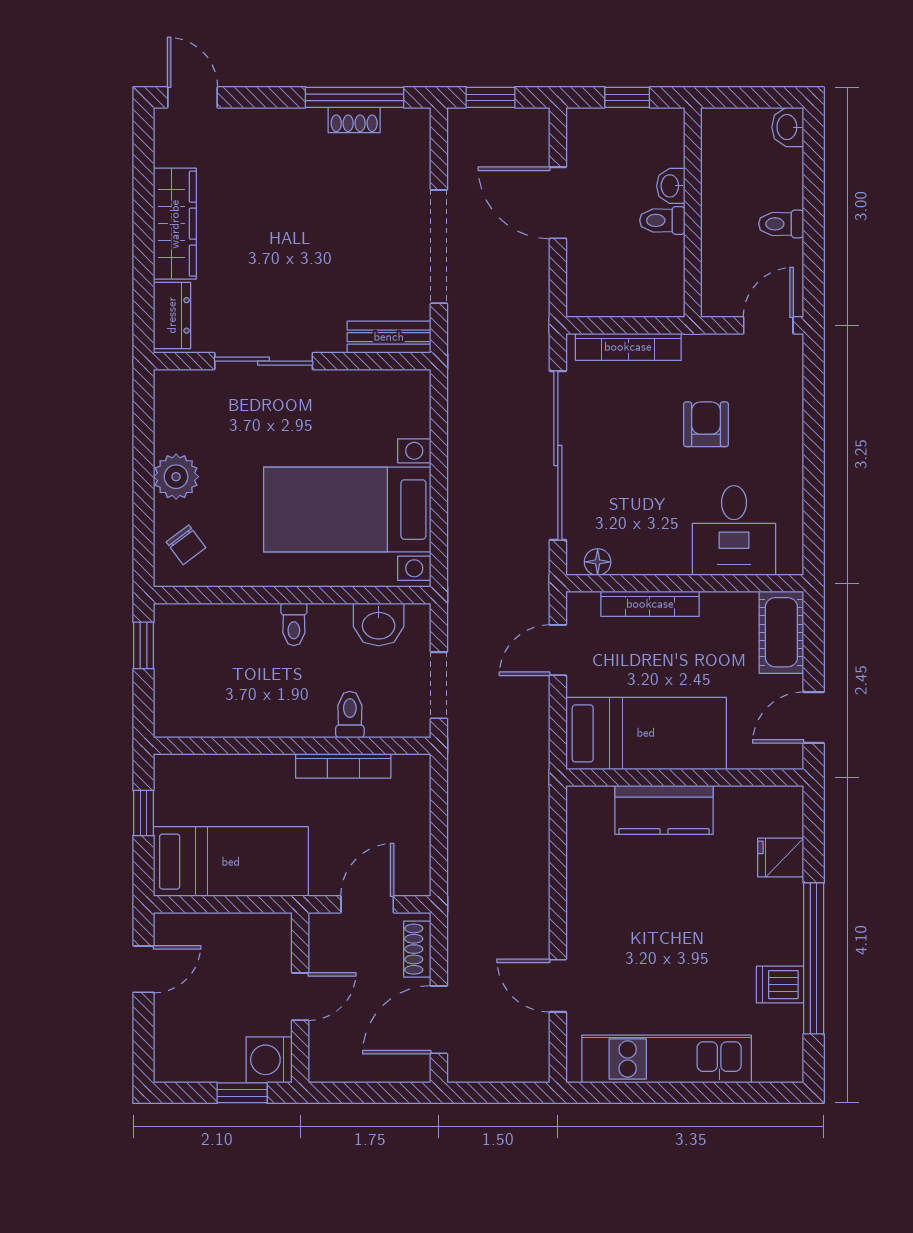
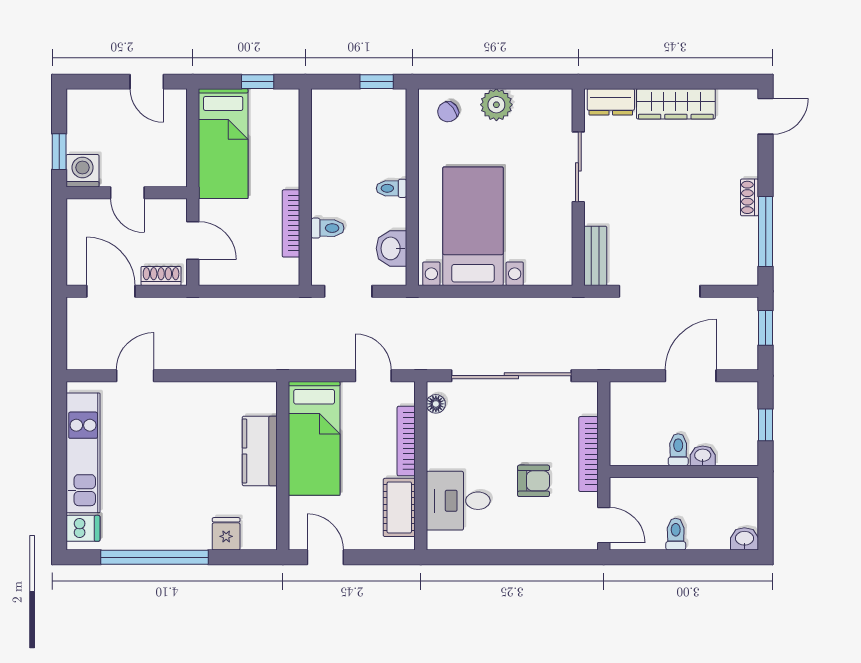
shoe rack: (354, 120) -> (750, 197), moved
bookcase: (628, 347) -> (588, 454), moved
cot: (781, 632) -> (399, 507), moved, turned 90
dishwasher: (780, 985) -> (83, 528), moved, turned 90

